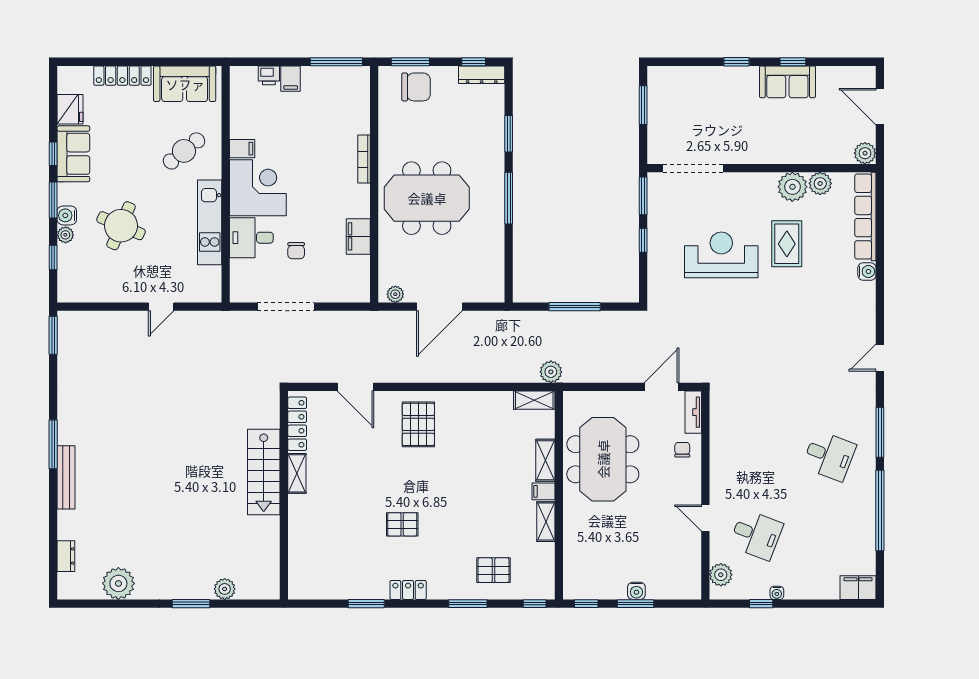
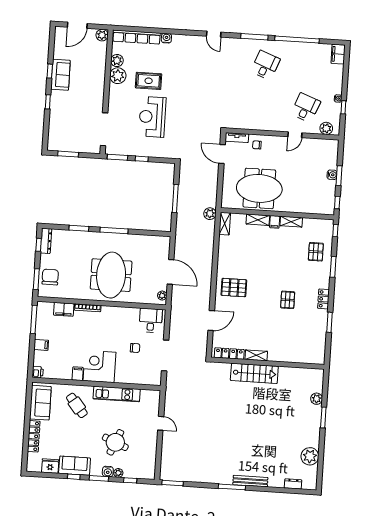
printer: (269, 75) -> (38, 372), moved
filing cabinet: (358, 236) -> (64, 309), moved
desk: (251, 238) -> (151, 320), moved, turned 180

